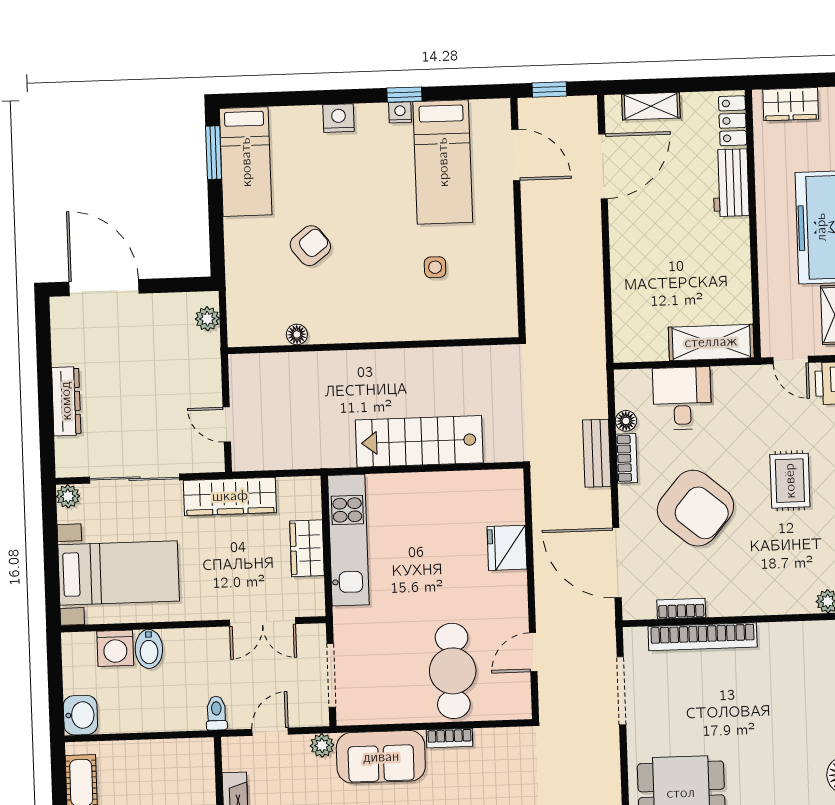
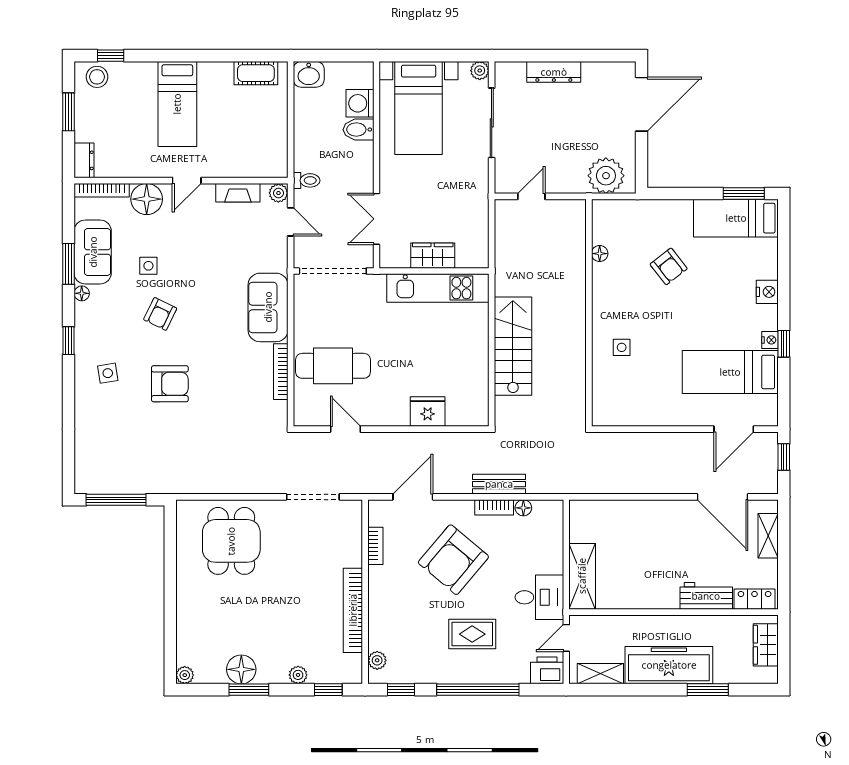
side table: (435, 267) -> (622, 347), moved
plant: (207, 319) -> (606, 176), width x1.88, depth x1.88
desk: (682, 398) -> (539, 597), moved
wardrobe: (230, 496) -> (475, 197), removed
door: (617, 563) -> (413, 497), width x0.73
bookcase: (703, 637) -> (353, 610), moved
doorway: (331, 675) -> (333, 271), width x1.36
bookcase: (450, 738) -> (281, 372), width x1.56
plant: (322, 745) -> (278, 193), moved

